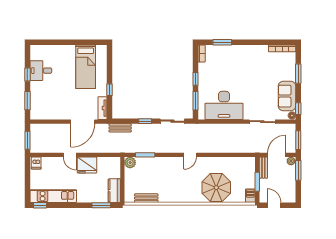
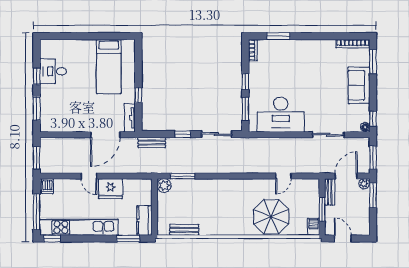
window: (298, 74) -> (373, 62), moved
sofa: (287, 96) -> (359, 85), moved
door: (190, 155) -> (283, 176), moved
window: (27, 184) -> (37, 212), added
kitchen unit: (53, 196) -> (79, 227), width x1.36

